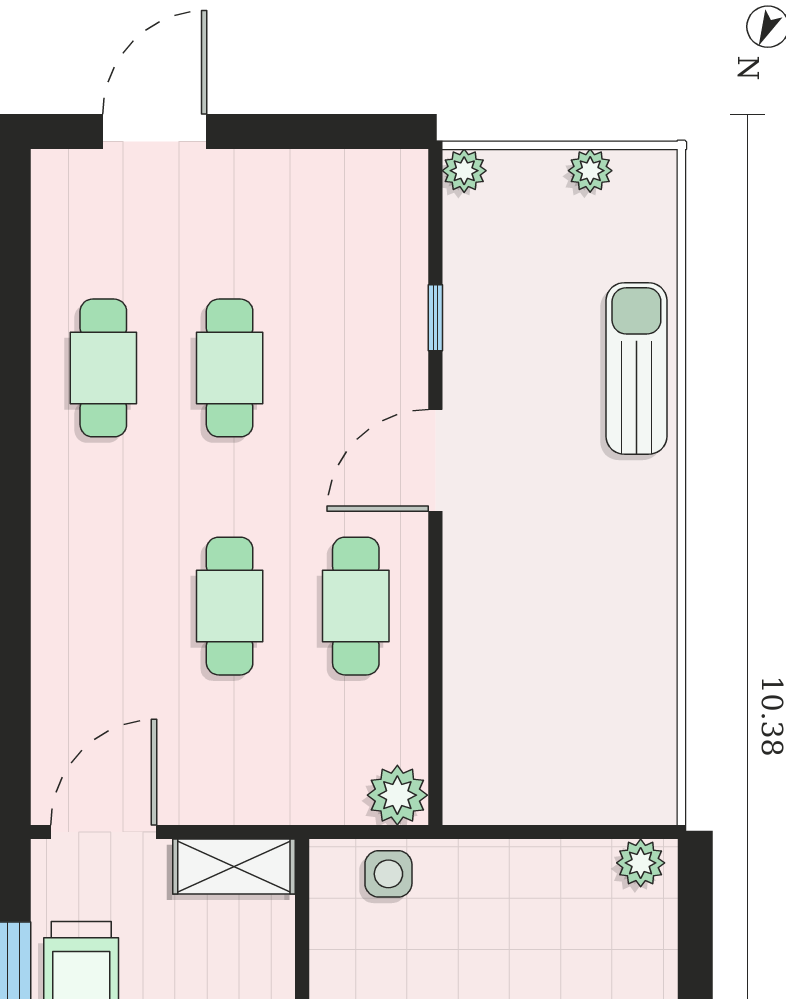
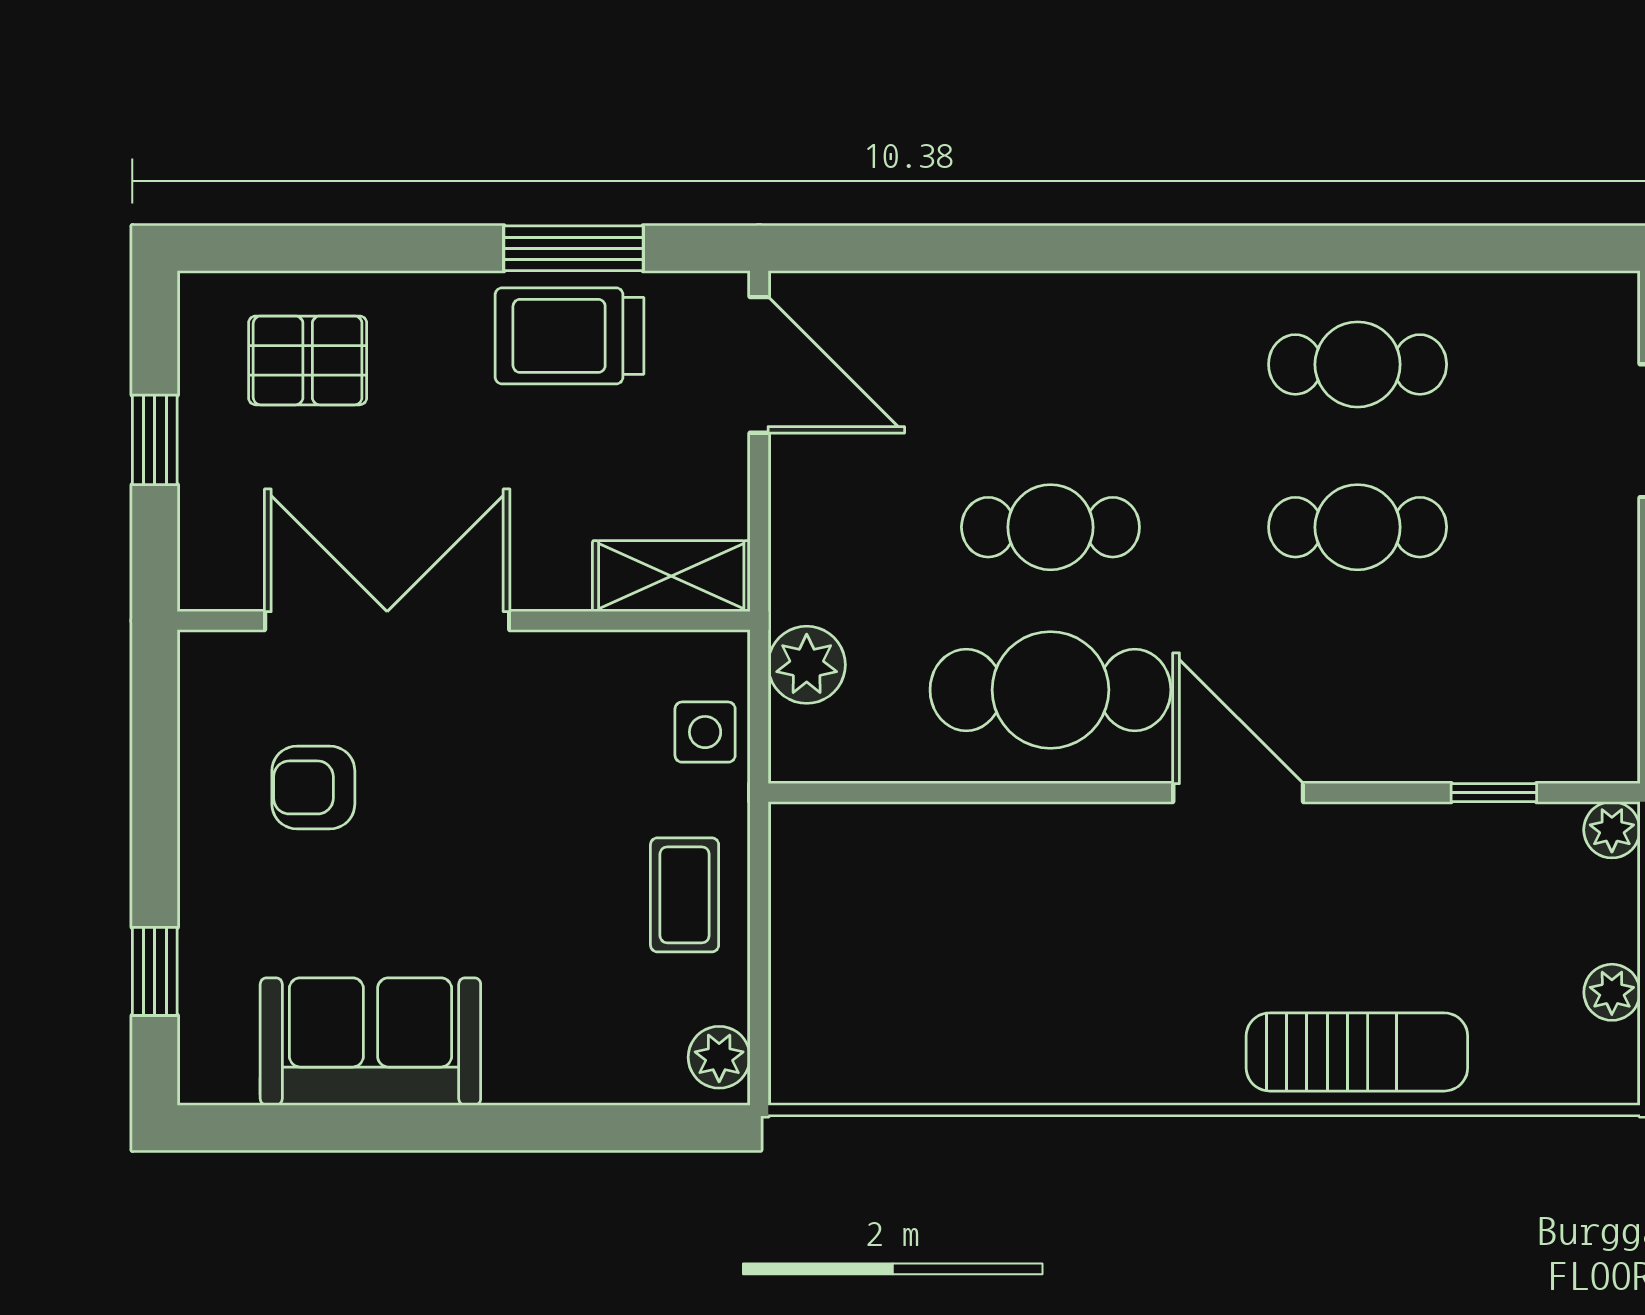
window: (435, 318) -> (1494, 793), moved
cafe table: (356, 606) -> (1050, 690), width x1.37, depth x1.35
plant: (397, 795) -> (807, 665), moved
shelving: (234, 867) -> (671, 576), moved, turned 90
coffee table: (515, 890) -> (685, 895), added

